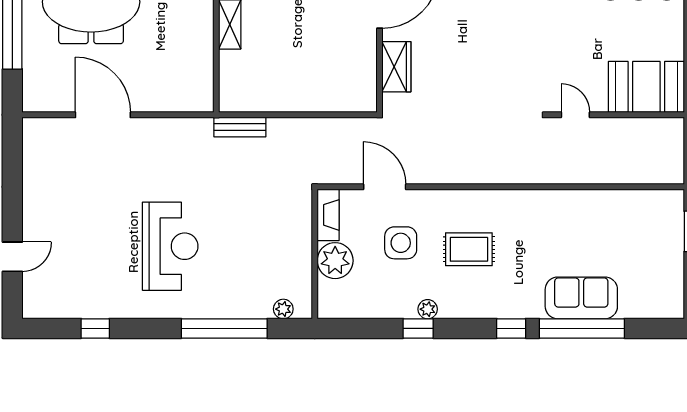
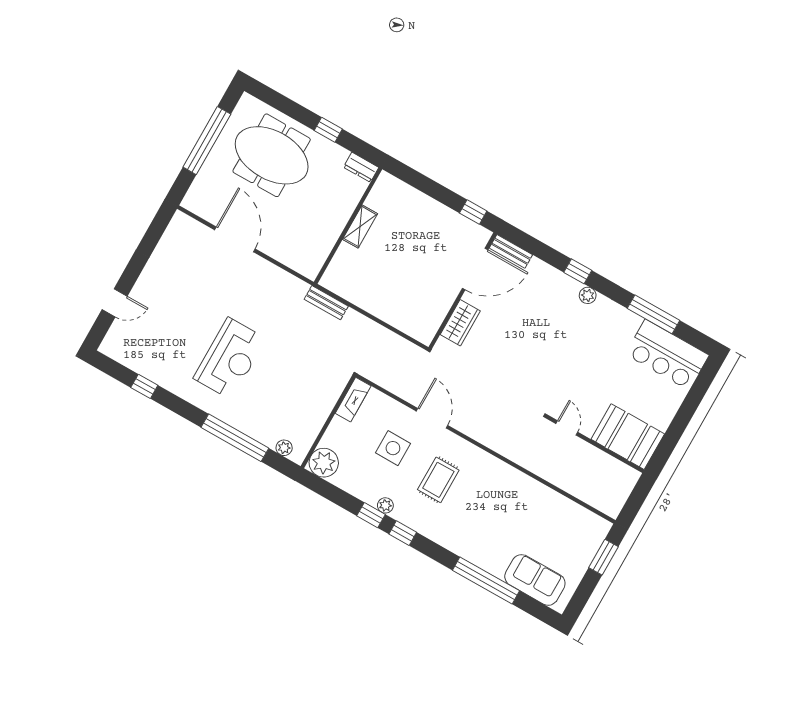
door: (385, 187) -> (432, 418), moved
rug: (469, 249) -> (438, 480), turned 90
plant: (335, 261) -> (324, 463), moved
sofa: (581, 298) -> (535, 580), moved
window: (511, 328) -> (403, 533), moved

